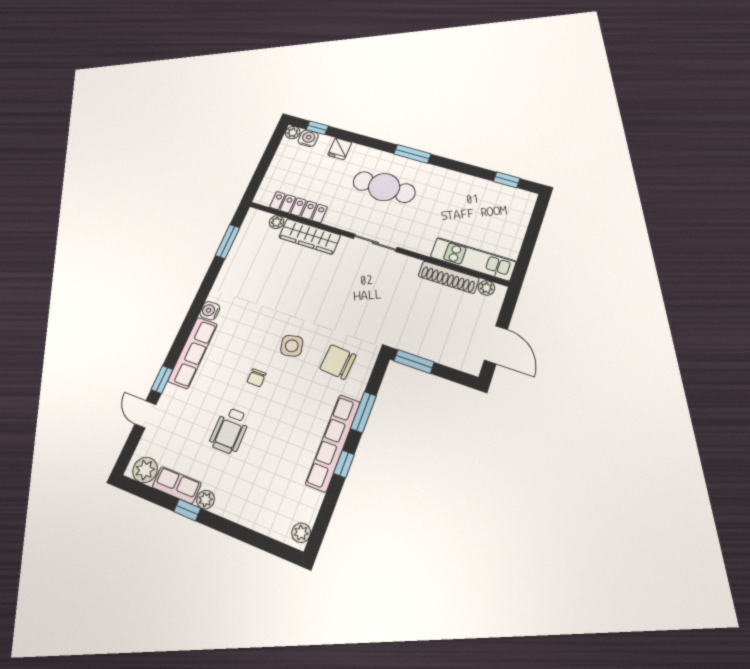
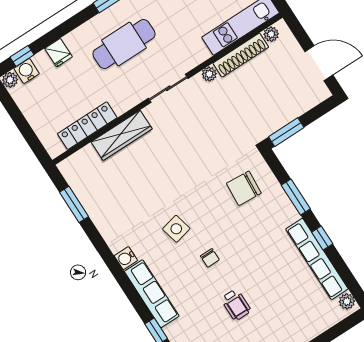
plant: (277, 222) -> (209, 74), moved
side table: (292, 346) -> (176, 229), moved
wheelchair: (230, 431) -> (236, 305), width x0.73, depth x0.73
row of seats: (333, 443) -> (317, 259), moved

